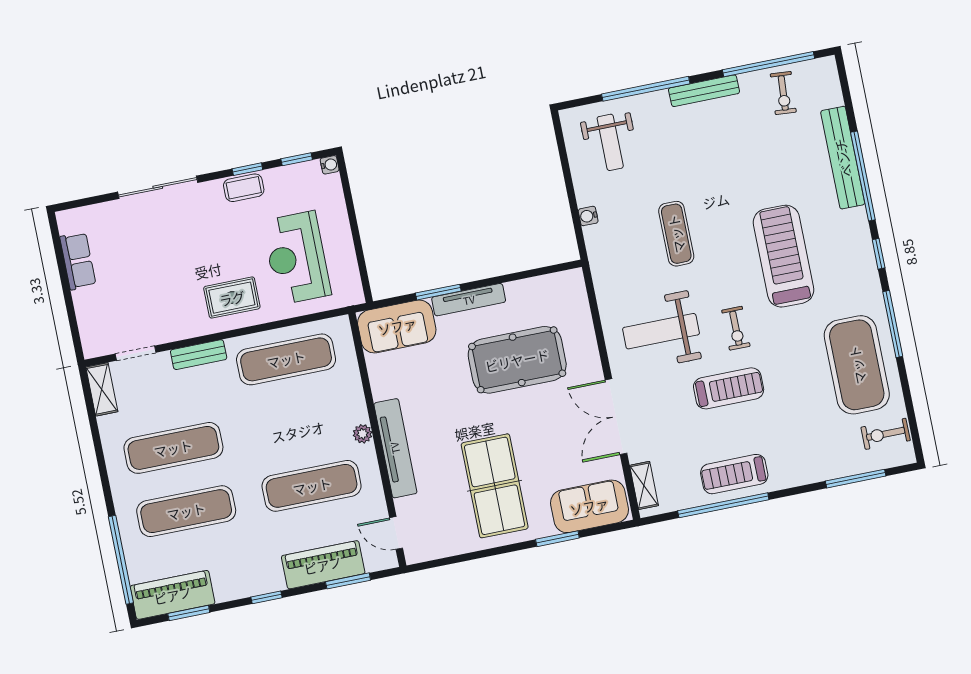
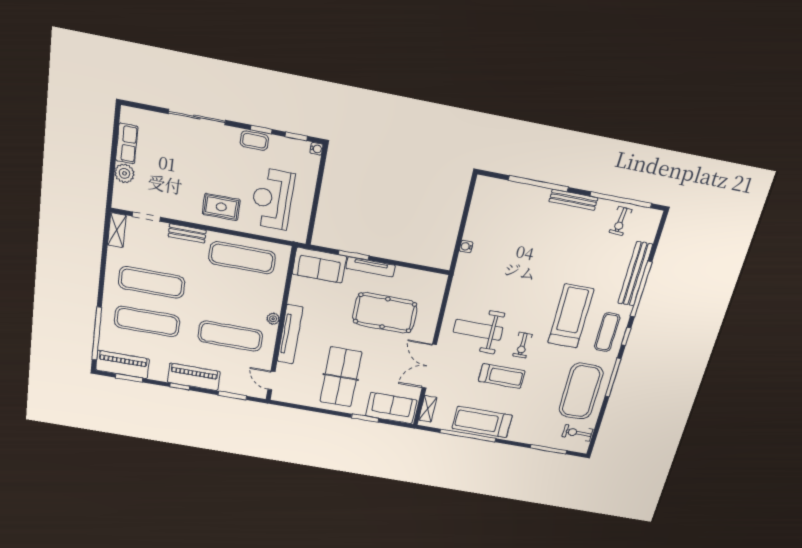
weight bench: (610, 142) -> (500, 208), removed
exercise mat: (676, 234) -> (607, 332), moved
plant: (87, 304) -> (124, 173), added
treadmill: (734, 474) -> (482, 422), width x1.37, depth x1.38
piano: (323, 565) -> (194, 377), moved

